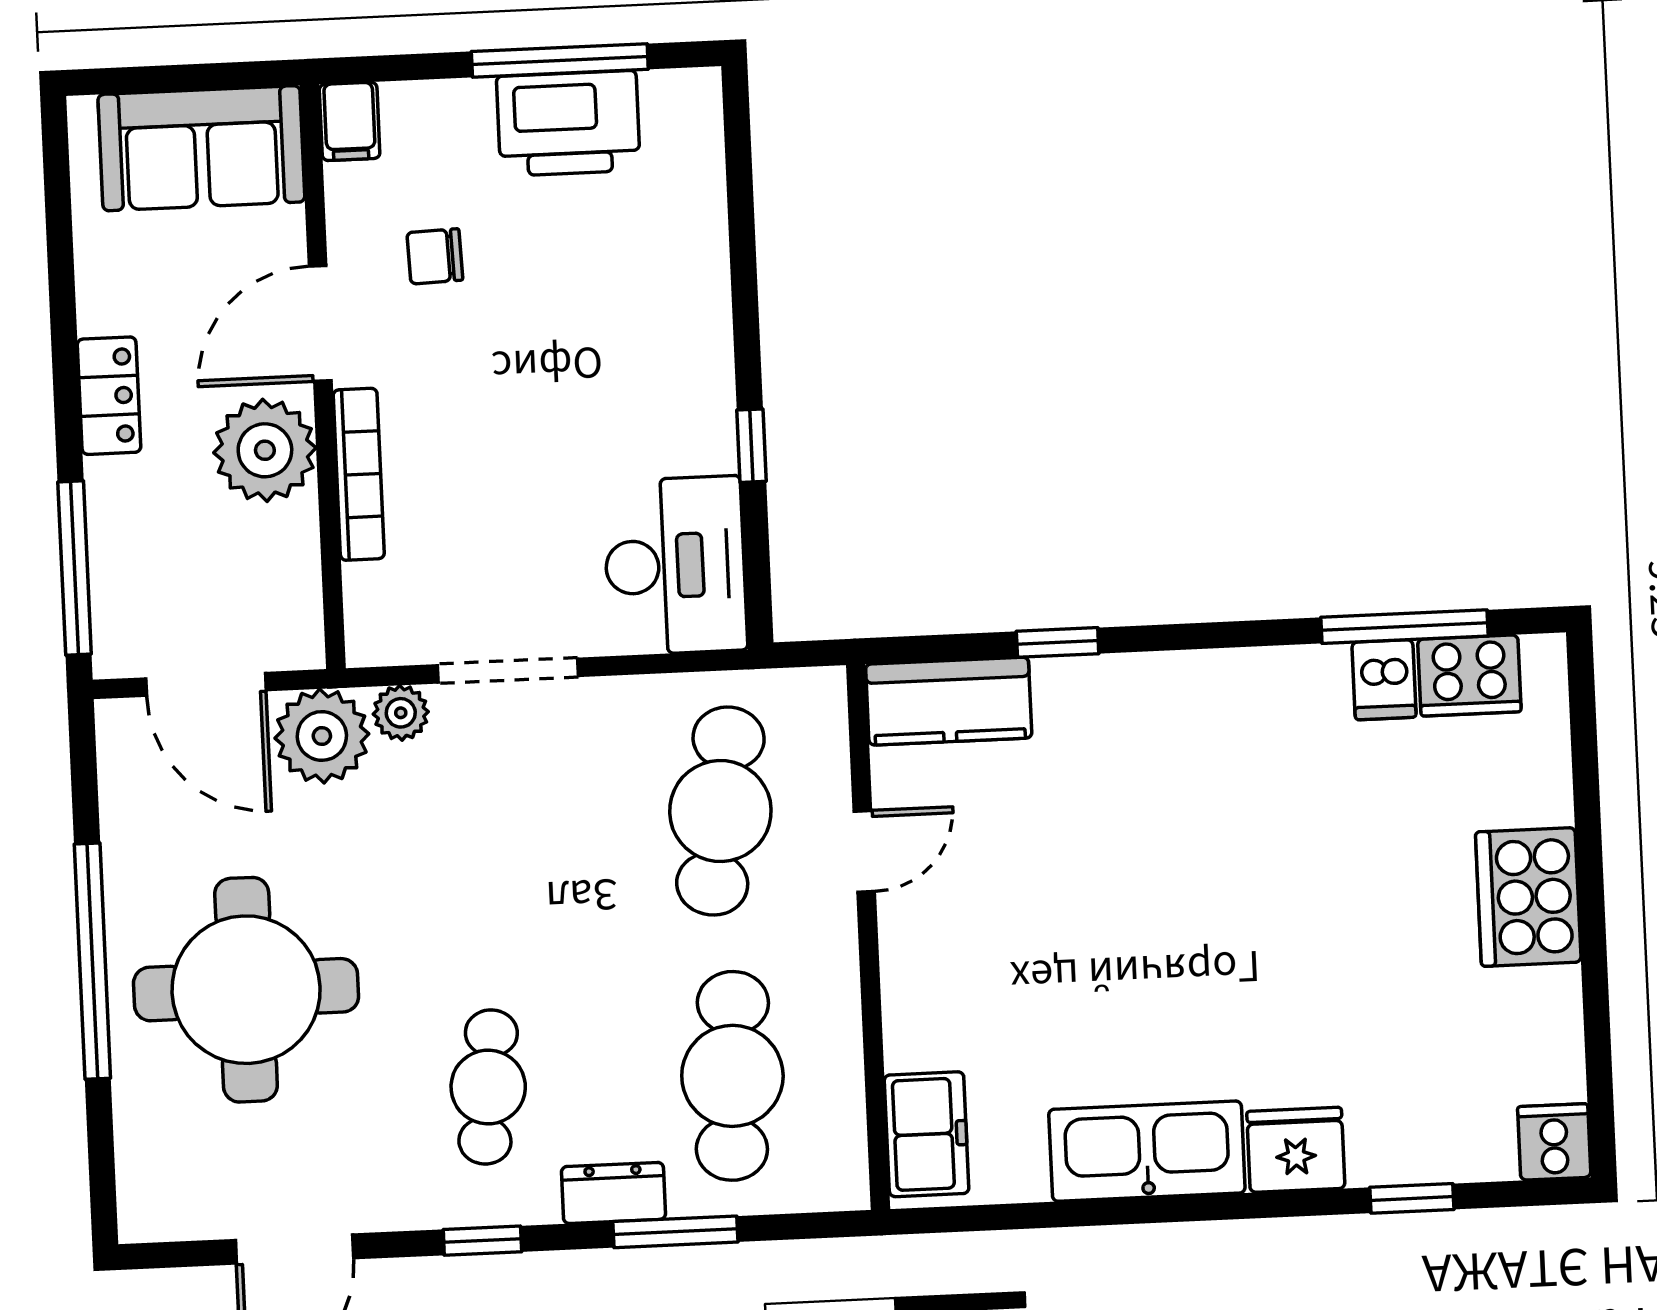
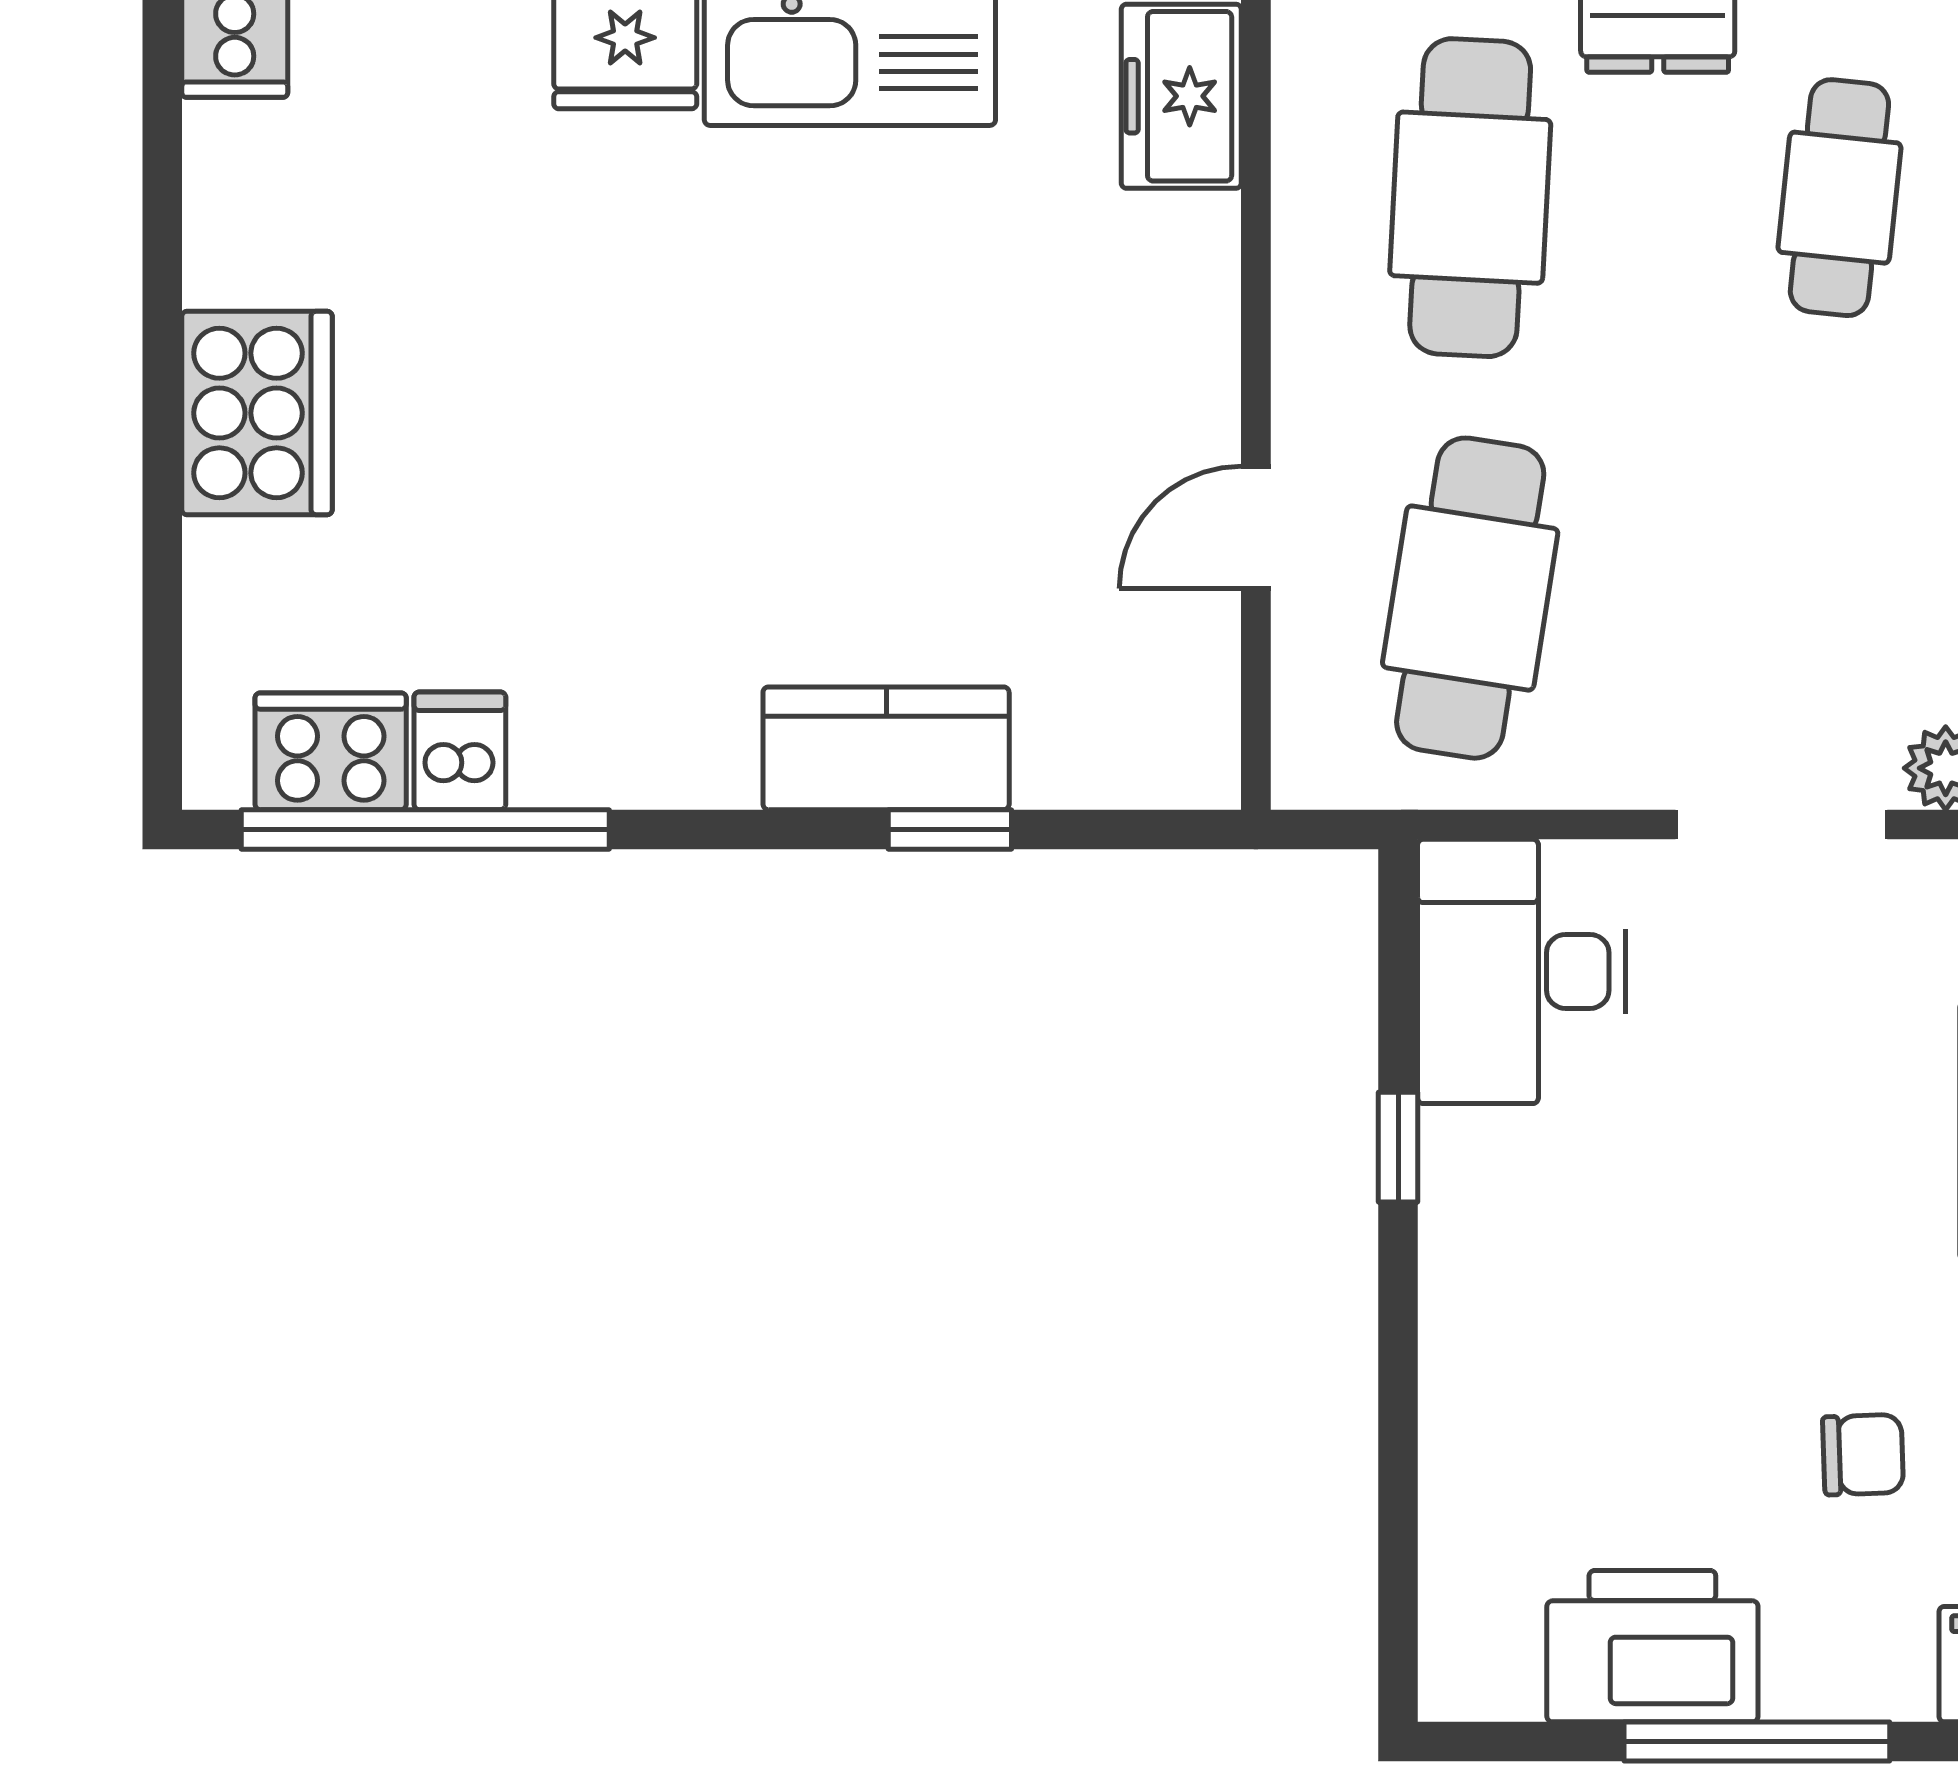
window: (560, 60) -> (1757, 1742), moved
window: (1405, 627) -> (425, 829), width x1.46
kitchen counter: (949, 701) -> (886, 748), moved

